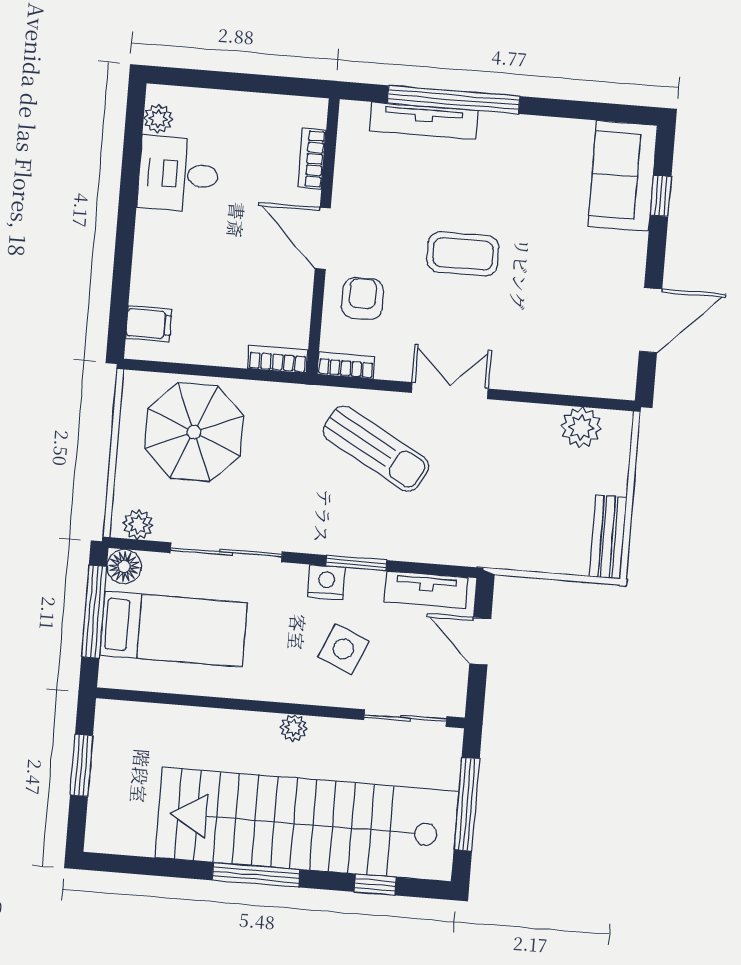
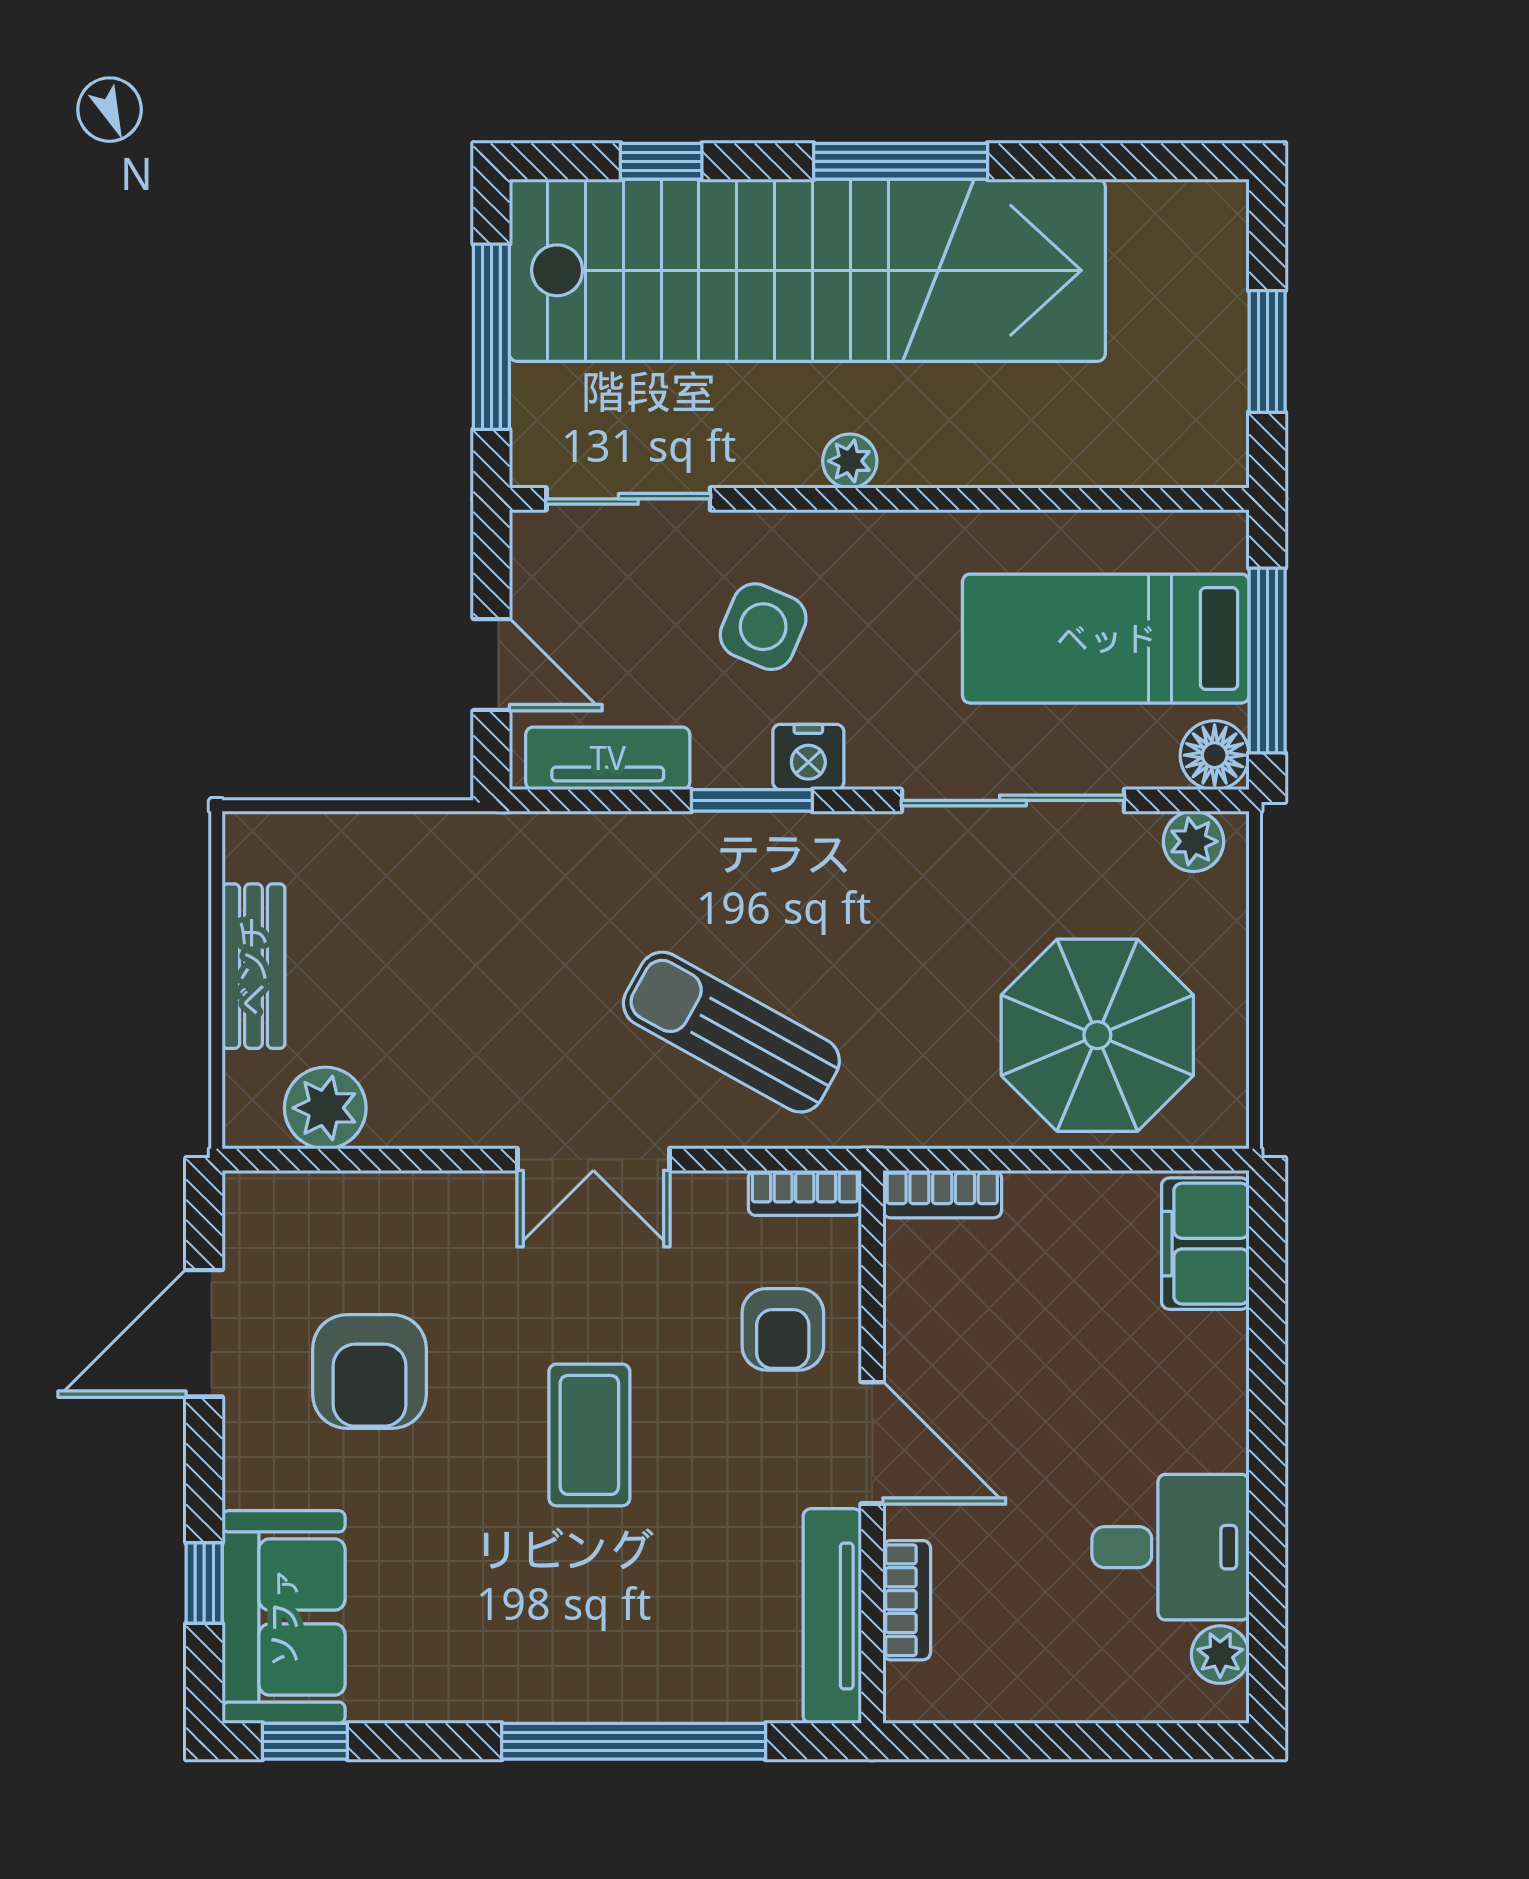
window: (617, 113) -> (305, 1741), added
tv unit: (424, 121) -> (832, 1616), moved, turned -90
coffee table: (463, 254) -> (589, 1435), turned 90
armchair: (570, 294) -> (370, 1372), added
filing cabinet: (149, 324) -> (1205, 1244), width x2.00
bench: (608, 537) -> (253, 966), moved

